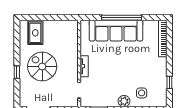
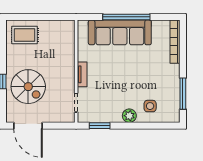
rug: (35, 33) -> (25, 35), turned 90
spiral stairs: (42, 66) -> (28, 87), moved, turned 180
window: (169, 82) -> (183, 94), width x2.17

